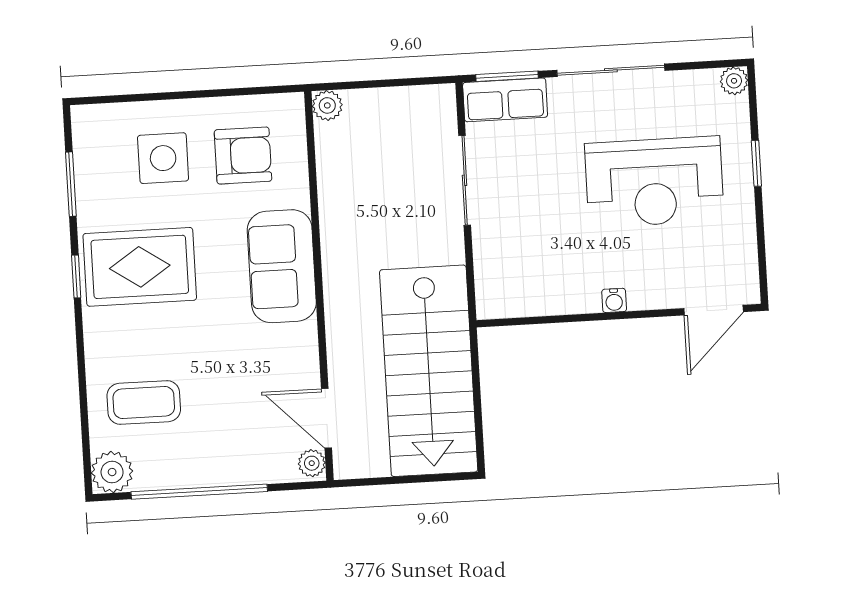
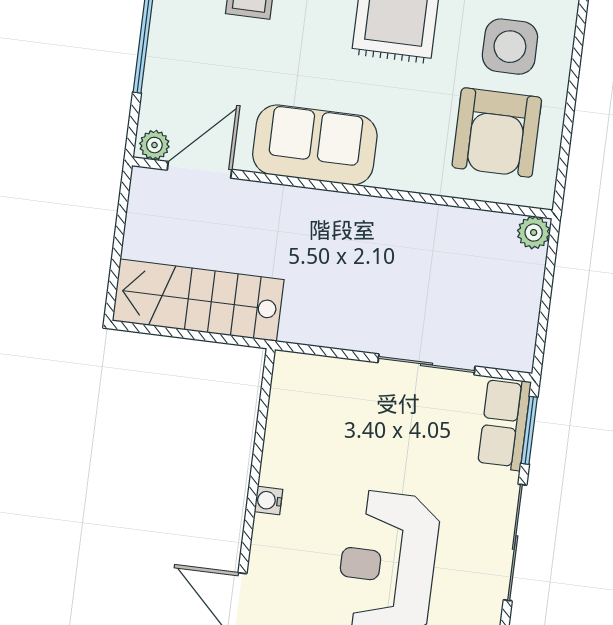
armchair: (243, 156) -> (497, 133), width x1.36, depth x1.36
sofa: (282, 266) -> (315, 145), moved
stairs: (429, 371) -> (198, 300), width x0.73, depth x0.66

